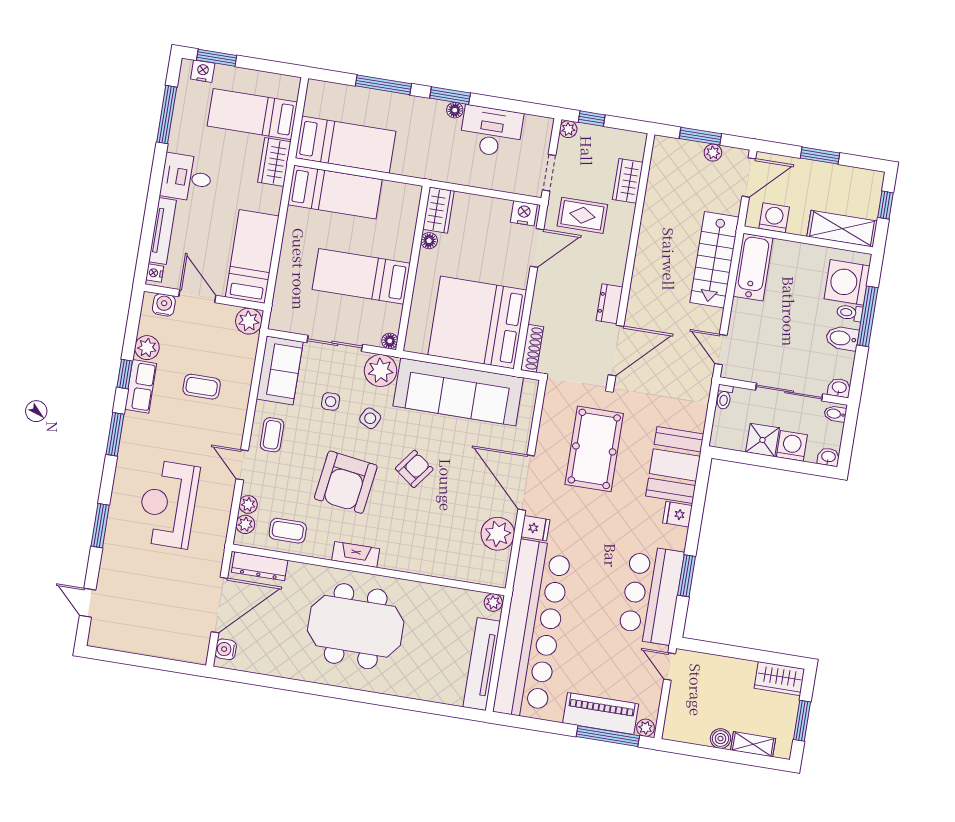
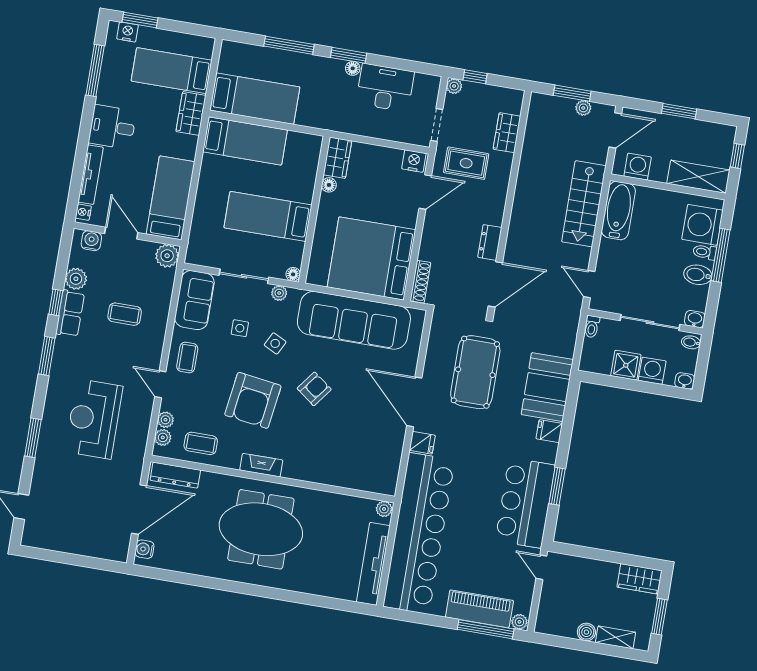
plant: (381, 371) -> (279, 293), width x0.53, depth x0.53
plant: (498, 534) -> (388, 448), removed

